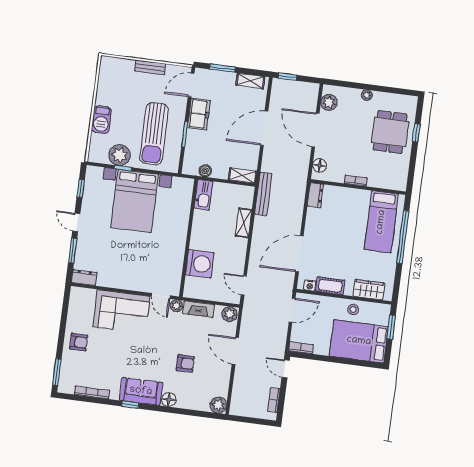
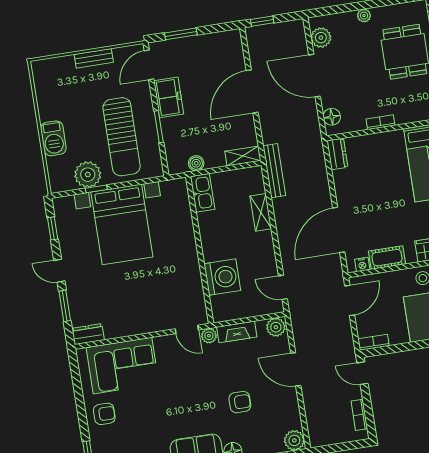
shelving: (250, 81) -> (219, 39), removed
corner sofa: (121, 312) -> (122, 366), moved

